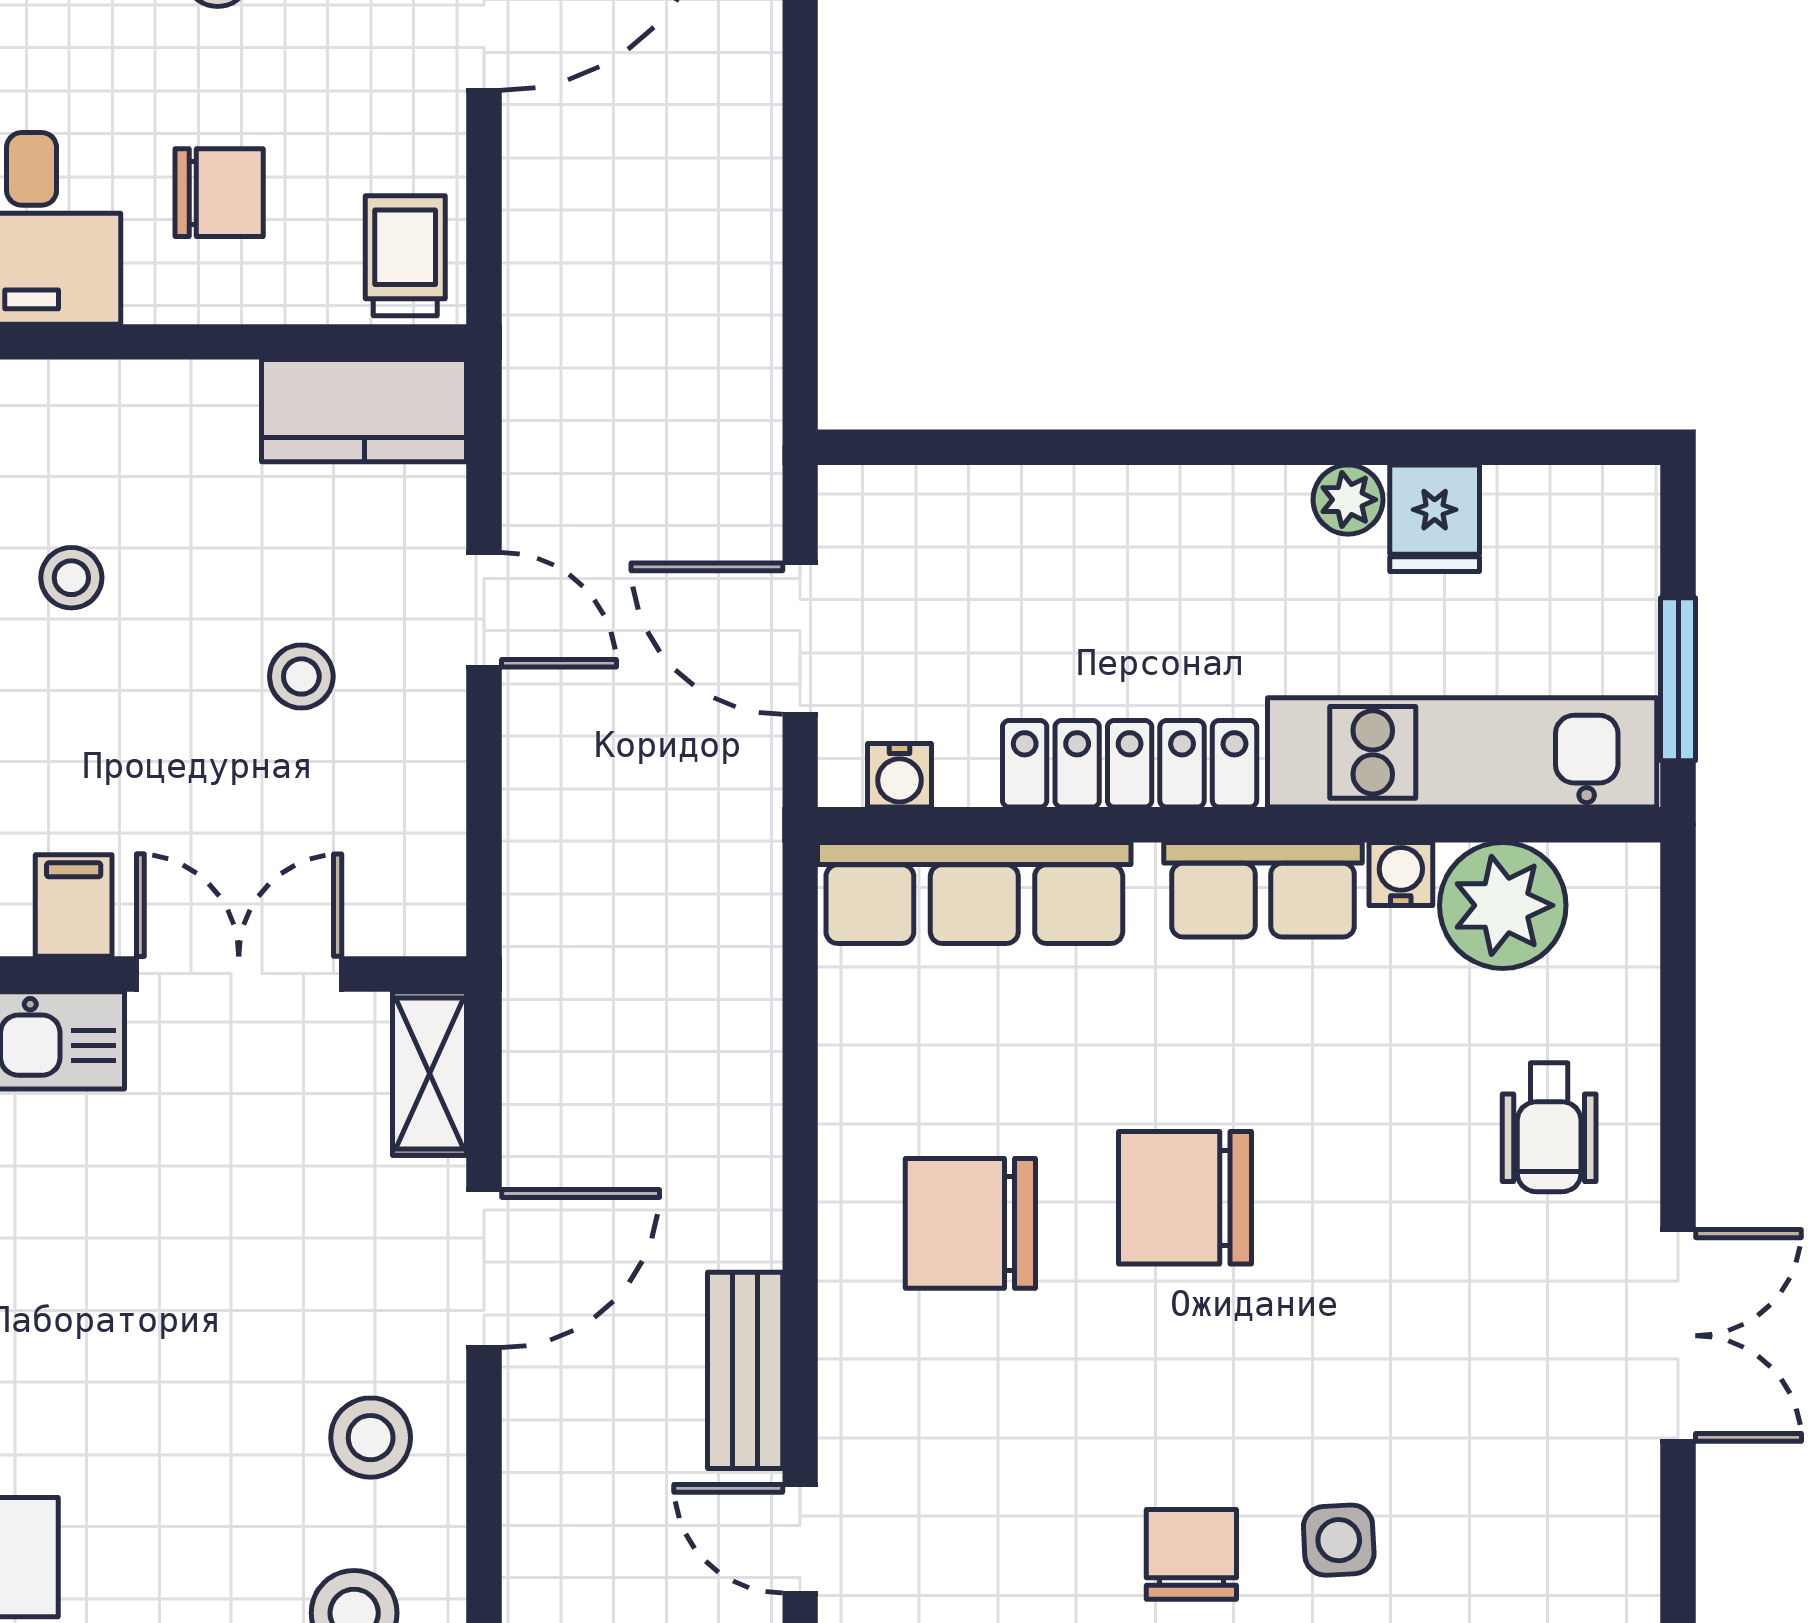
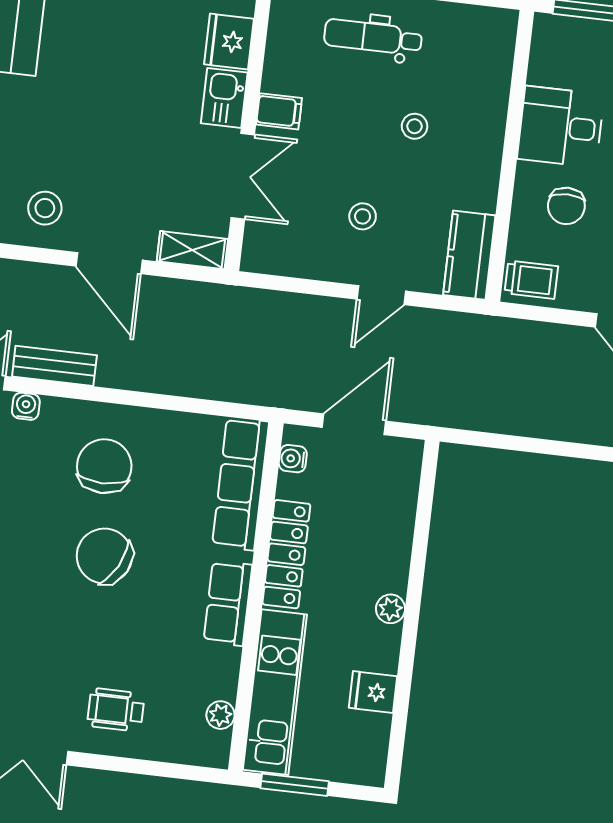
plant: (1348, 500) -> (391, 609), moved
water cooler: (1401, 874) -> (26, 406), moved, turned -90
plant: (1503, 905) -> (220, 715), width x0.53, depth x0.53
chair: (1185, 1198) -> (104, 556), turned -62

